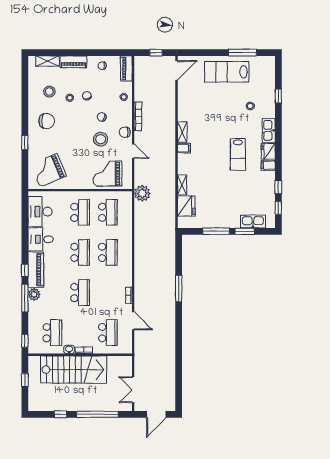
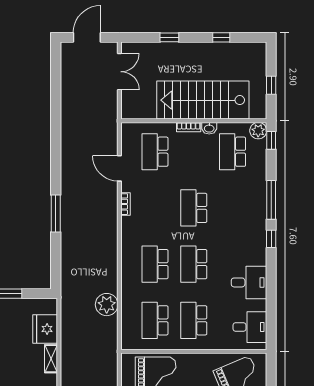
plant: (142, 193) -> (107, 305), moved
desk: (40, 212) -> (250, 327), width x0.73
piano: (36, 270) -> (256, 240), removed
plant: (34, 294) -> (258, 131), moved
window: (97, 414) -> (169, 37), width x0.32

